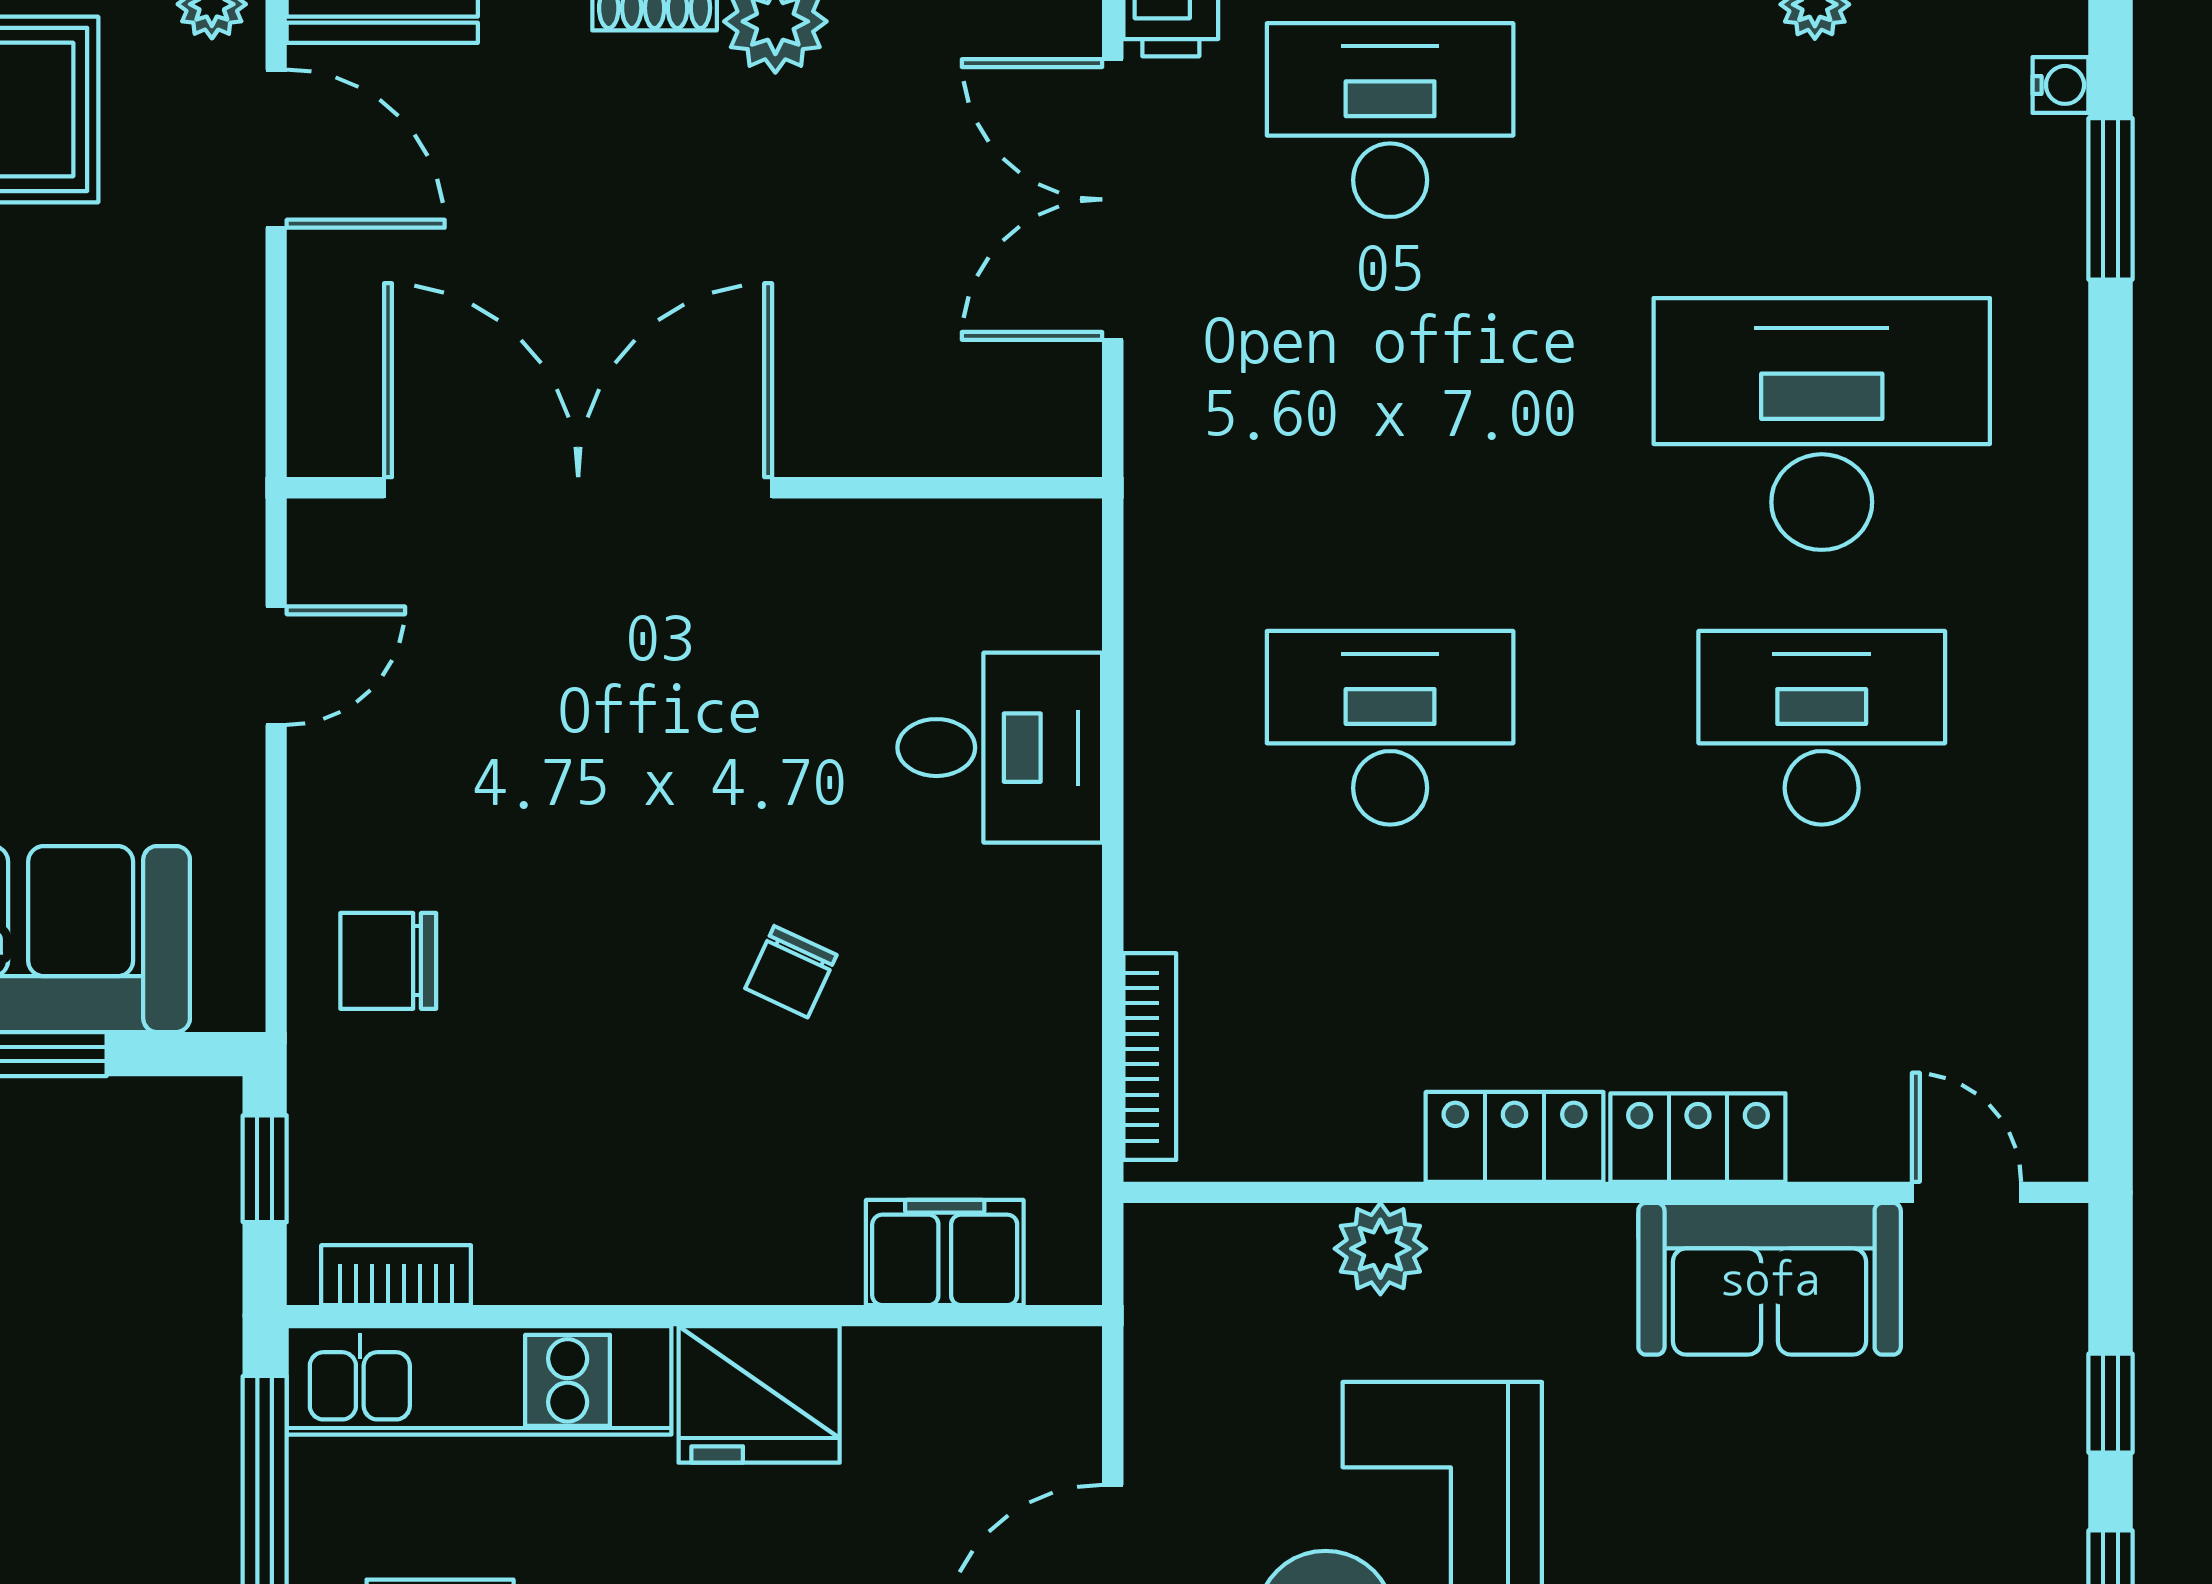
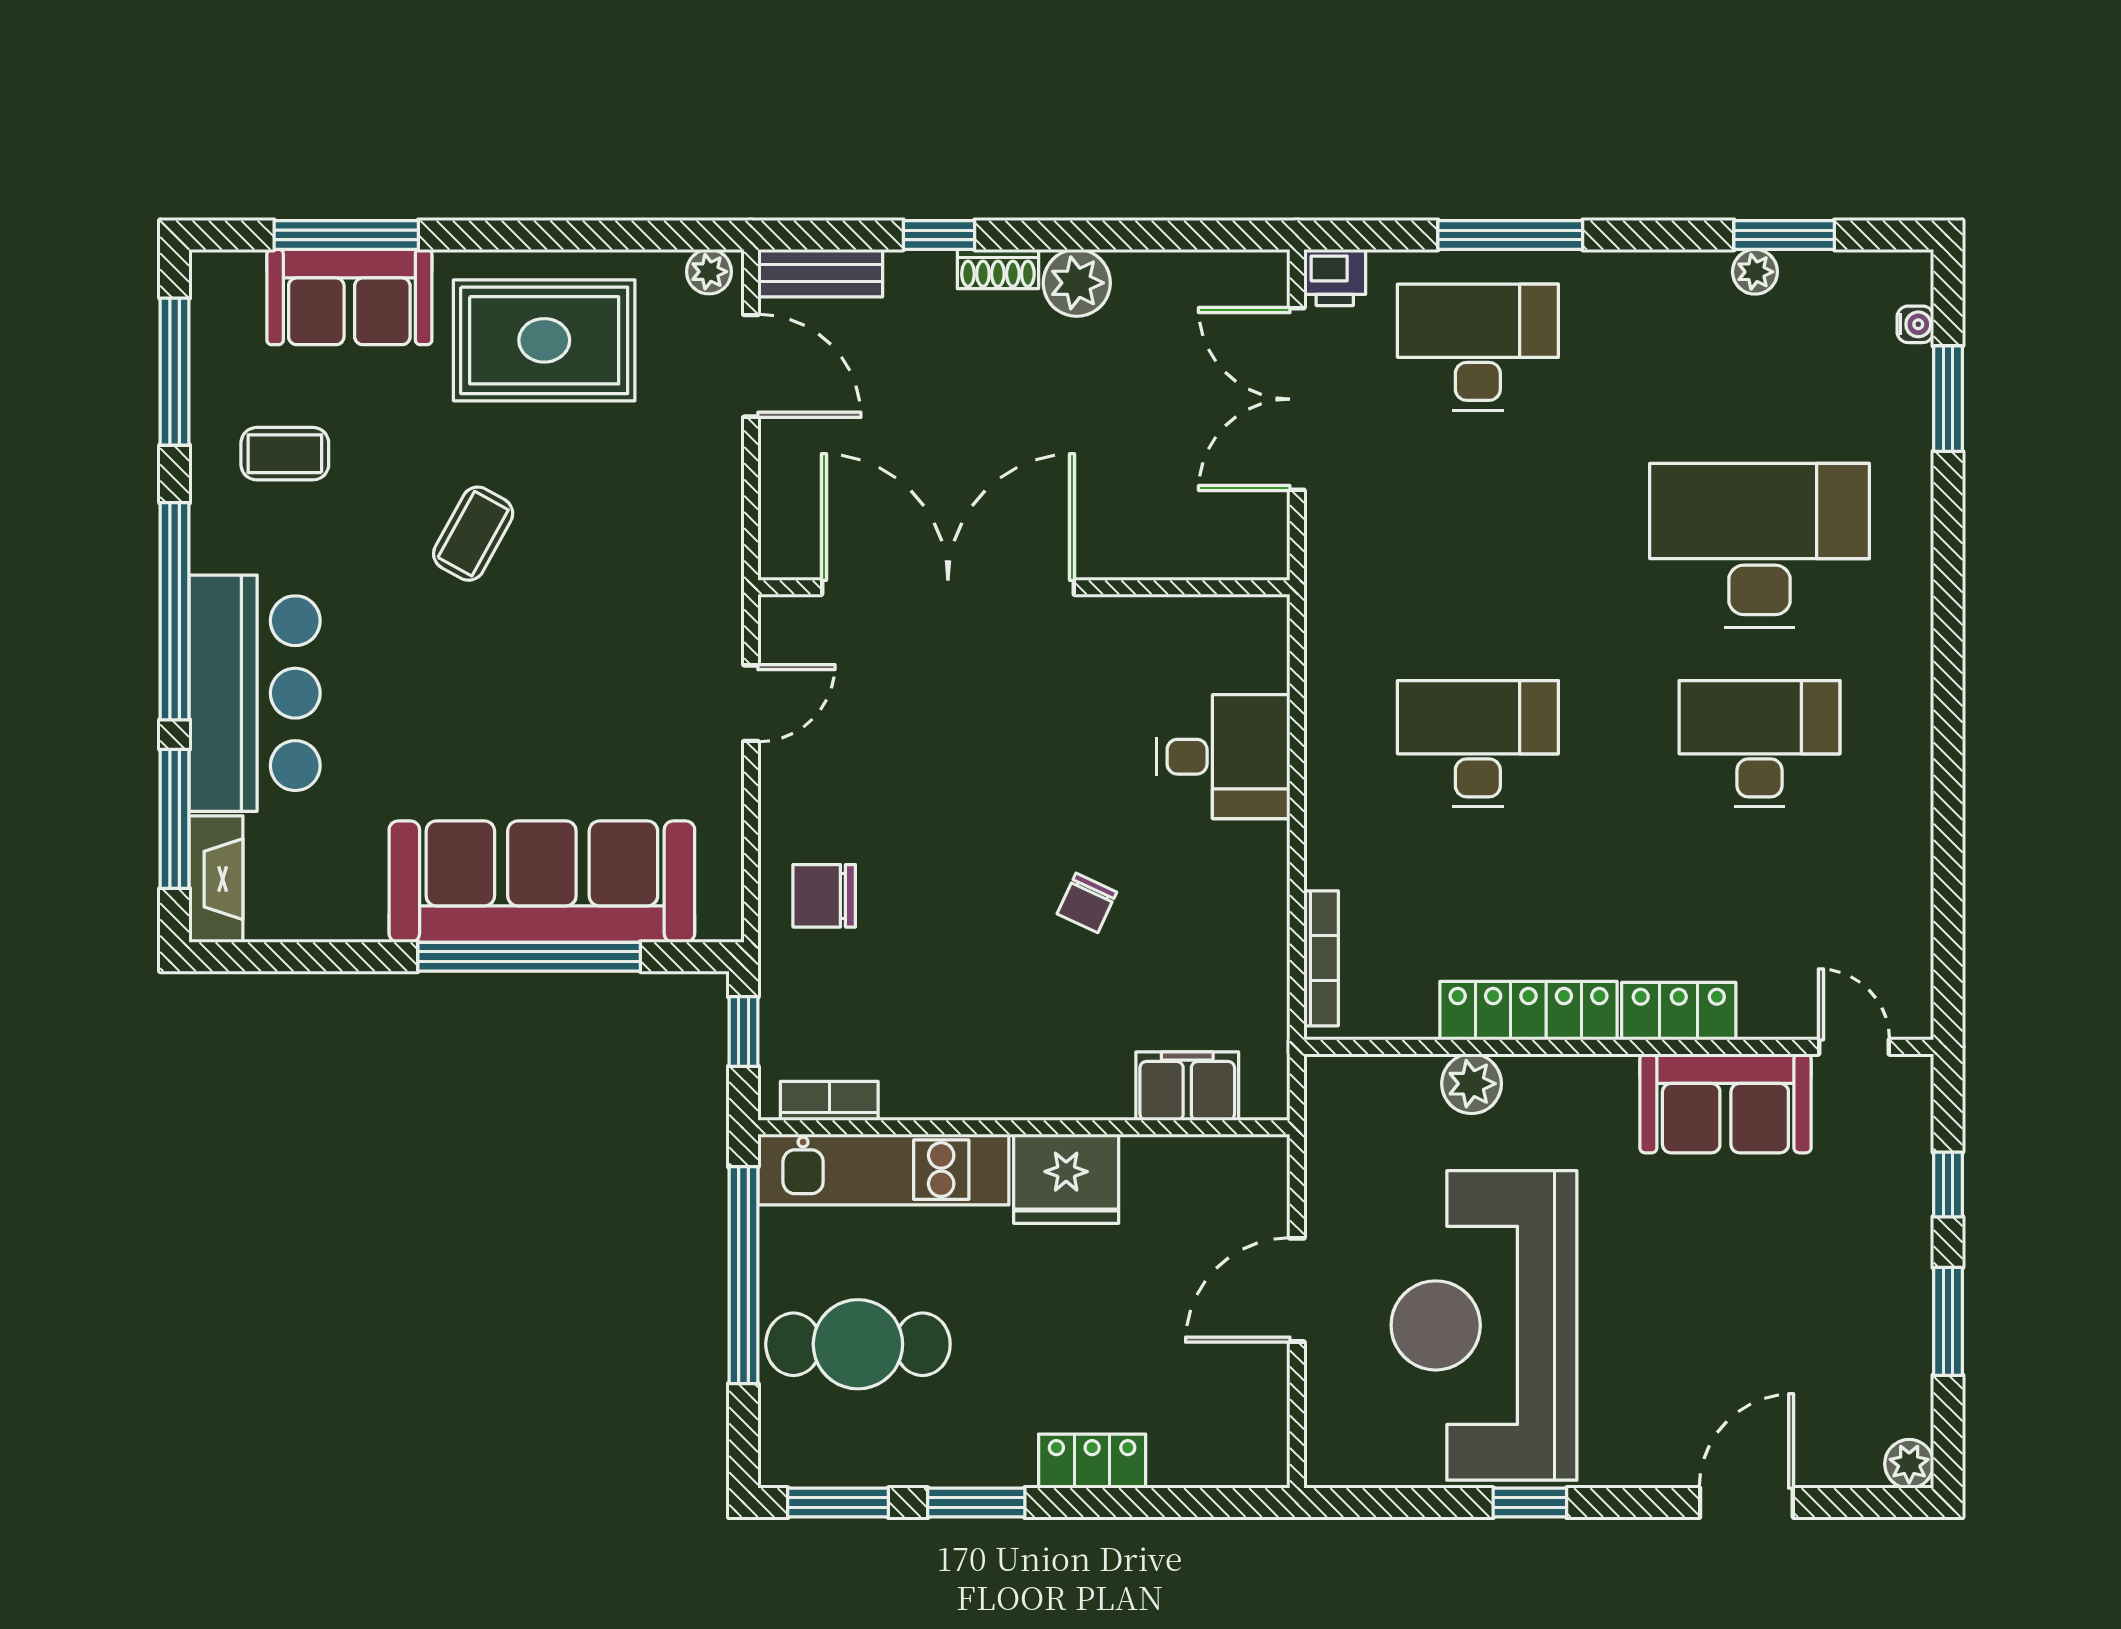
locker: (1515, 1137) -> (1529, 1011), width x1.53

